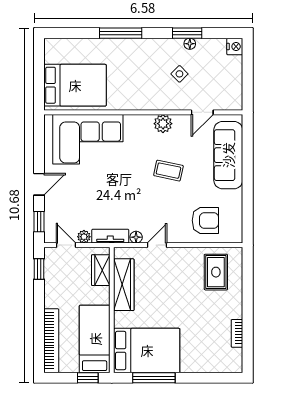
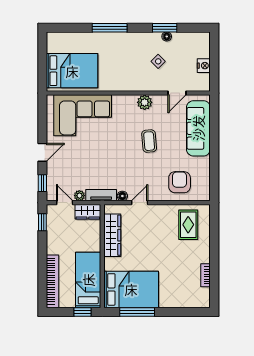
nightstand: (235, 46) -> (204, 66), moved
coffee table: (168, 171) -> (149, 141), turned 73
armchair: (205, 220) -> (180, 182), turned -90
wardrobe: (101, 270) -> (88, 212), moved, turned -90

